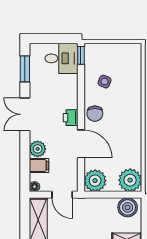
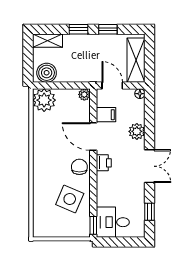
window: (25, 69) -> (150, 212), width x0.67
side table: (105, 82) -> (70, 199), width x1.87, depth x1.87
filing cabinet: (39, 165) -> (106, 115), moved, turned 180
plant: (95, 181) -> (84, 94), width x0.53, depth x0.53

